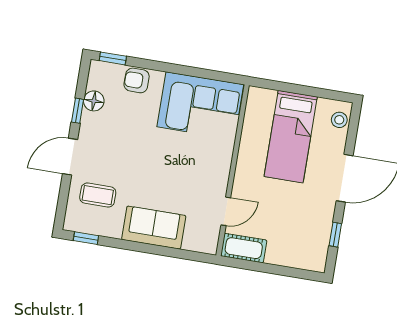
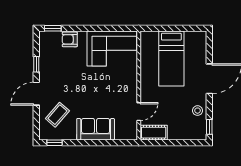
floor lamp: (94, 101) -> (45, 57), removed
stool: (339, 120) -> (198, 111), moved
coffee table: (98, 195) -> (57, 115), turned -49
window: (335, 235) -> (209, 127), moved

